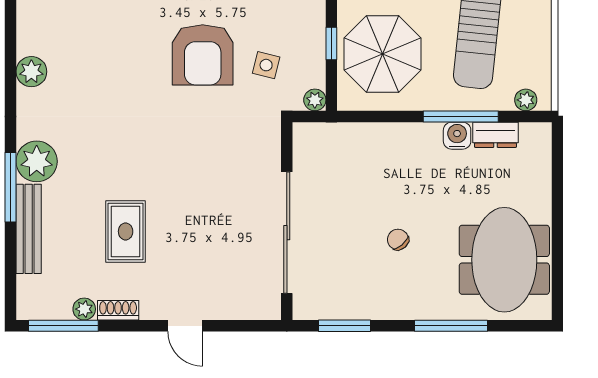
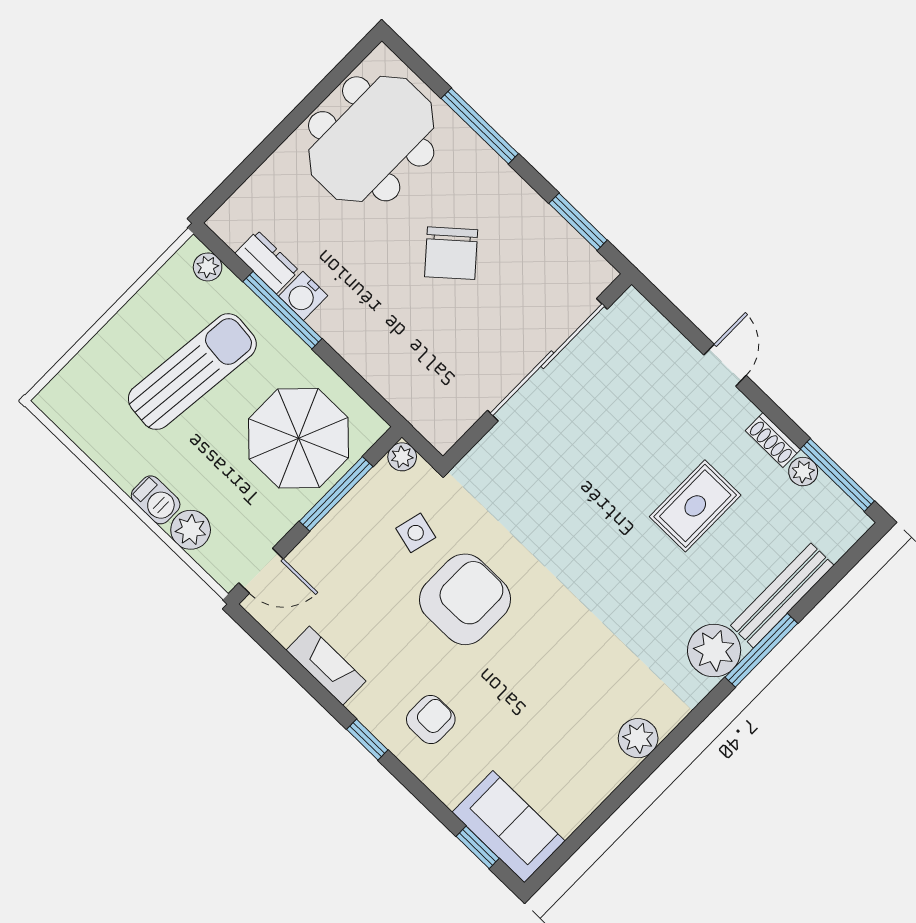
window: (331, 44) -> (336, 494), width x2.17
chair: (398, 240) -> (451, 253), width x1.87, depth x1.87

